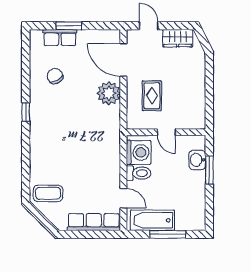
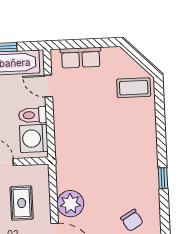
row of seats: (94, 222) -> (81, 58), width x0.68

